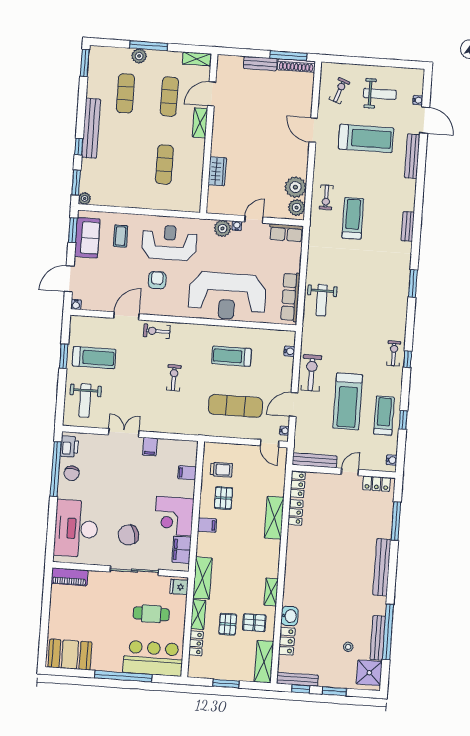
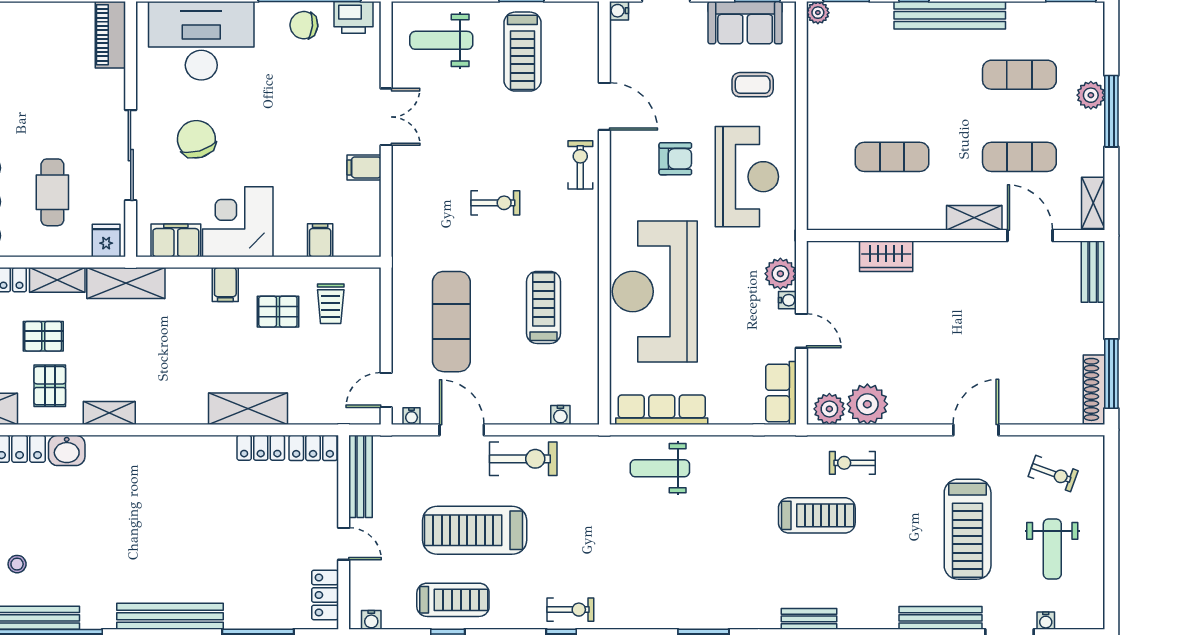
bench: (260, 64) -> (1093, 272), moved

